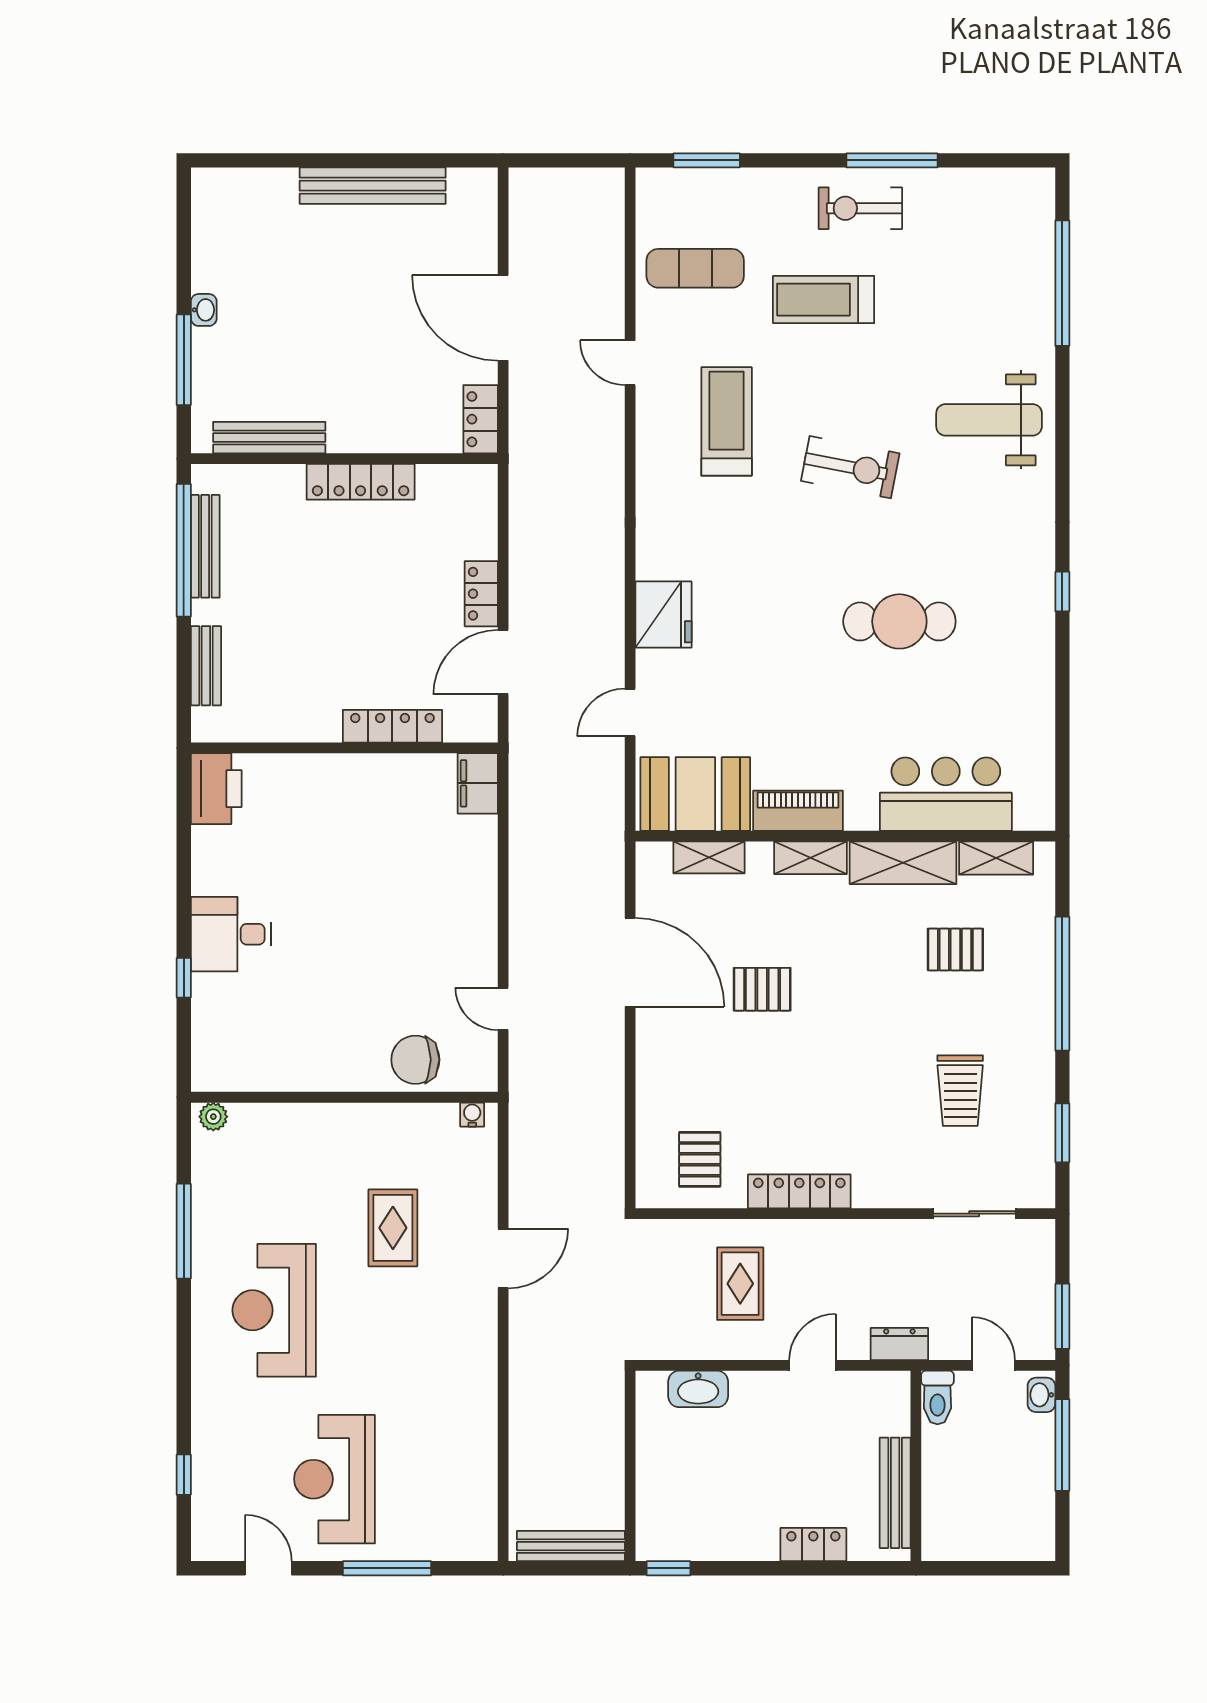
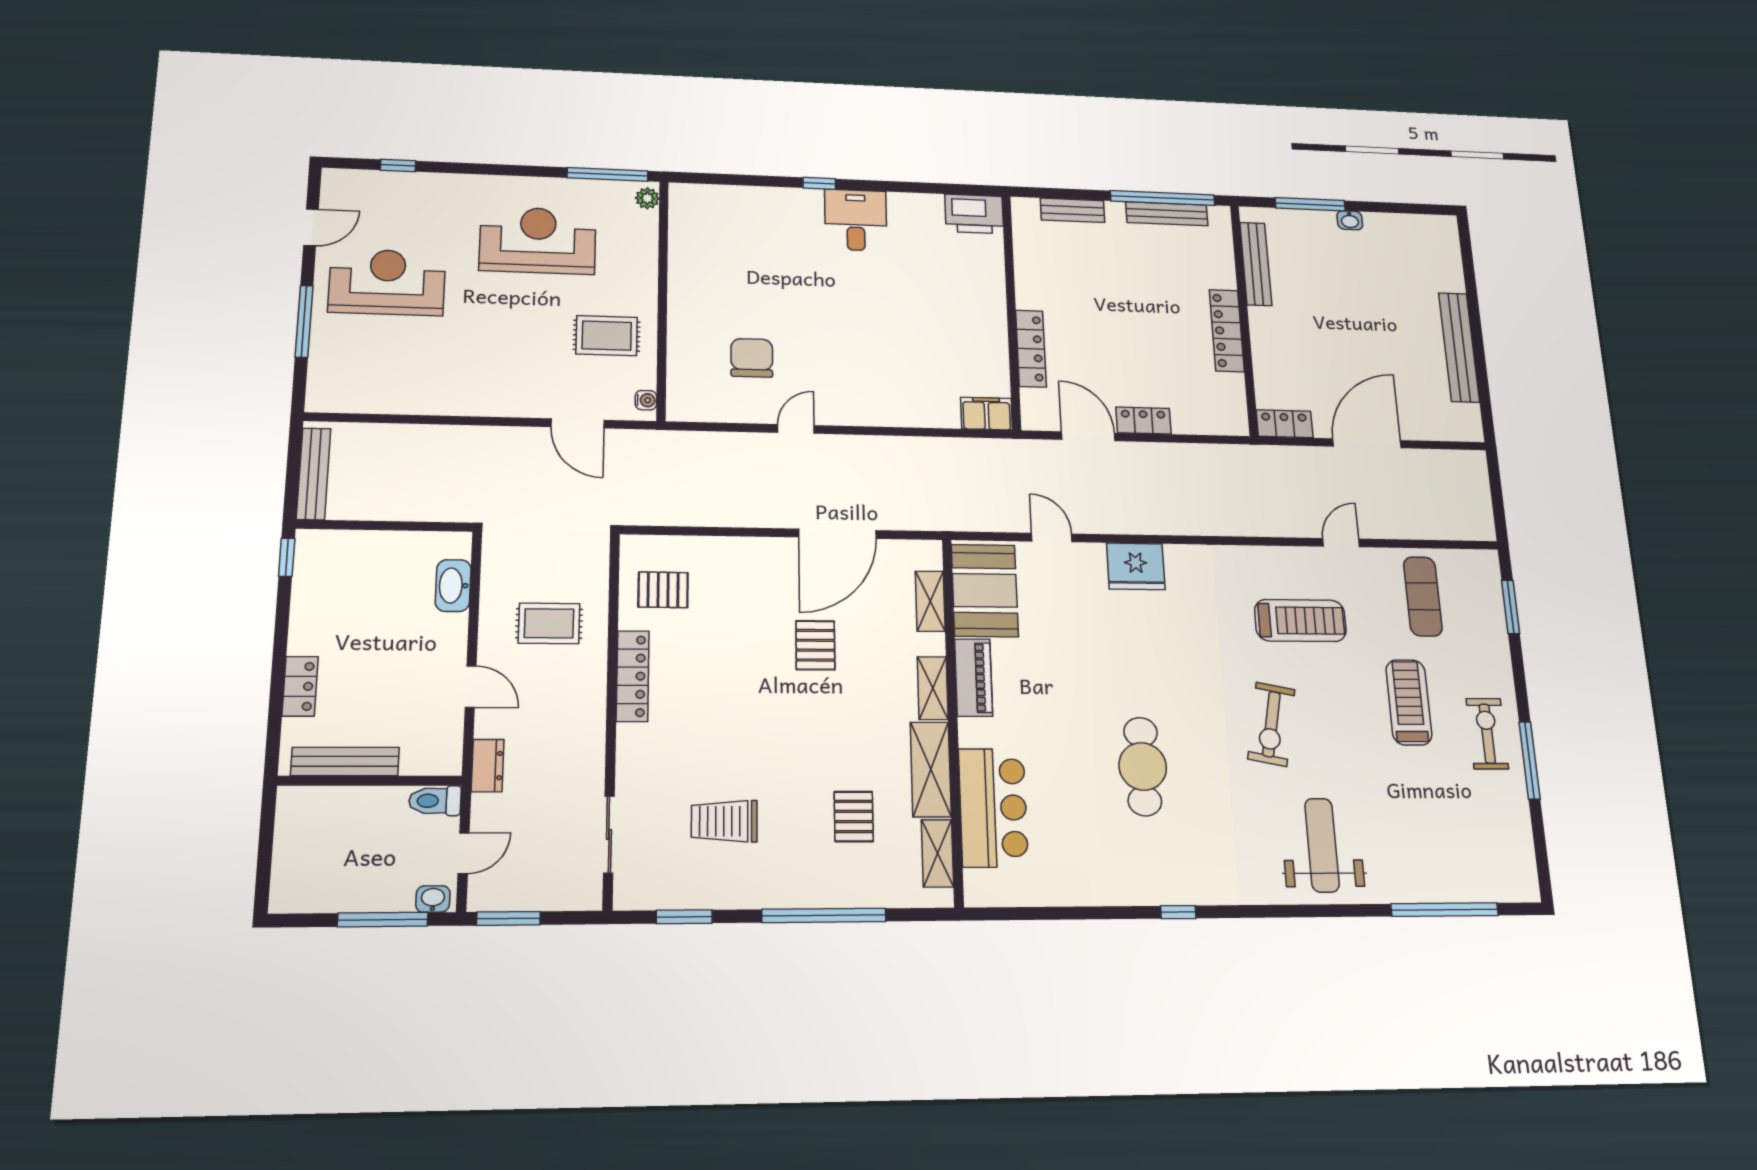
wall: (344, 1097) -> (662, 299), moved
water cooler: (472, 1115) -> (646, 400), moved
plant: (213, 1117) -> (647, 198), moved

